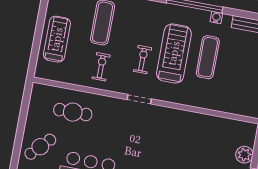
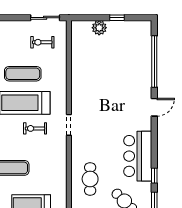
exercise bike: (101, 67) -> (42, 42), moved

